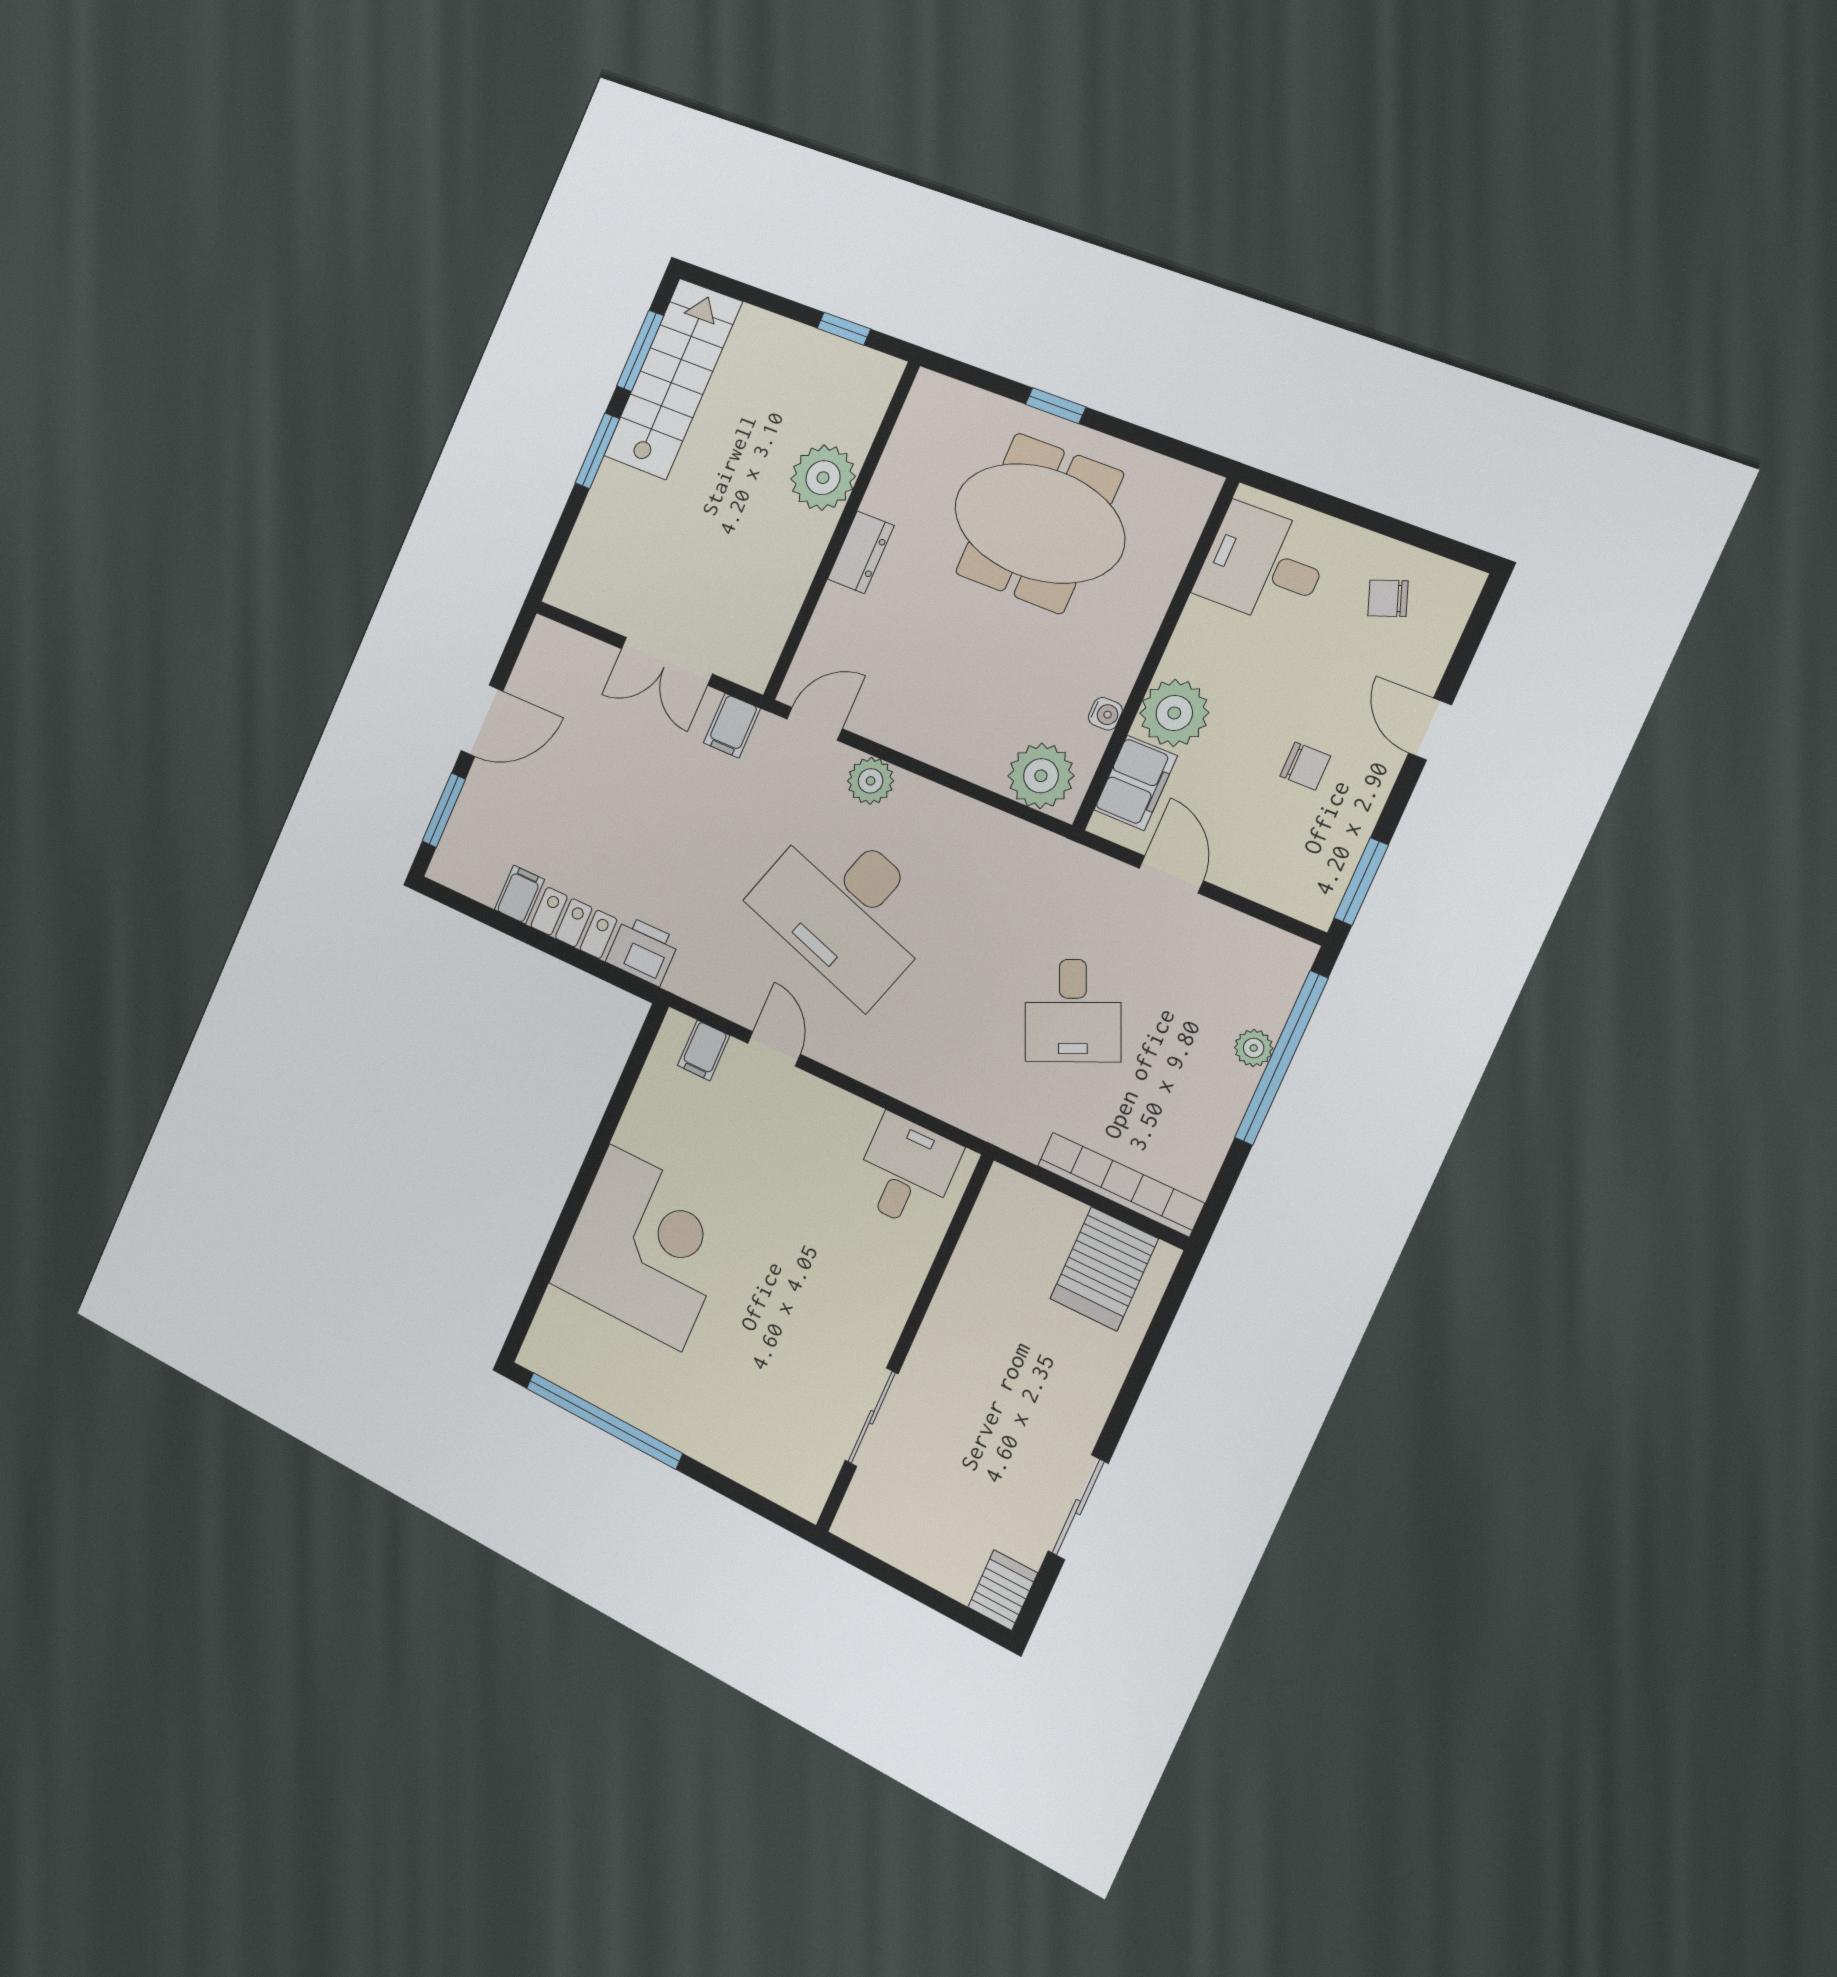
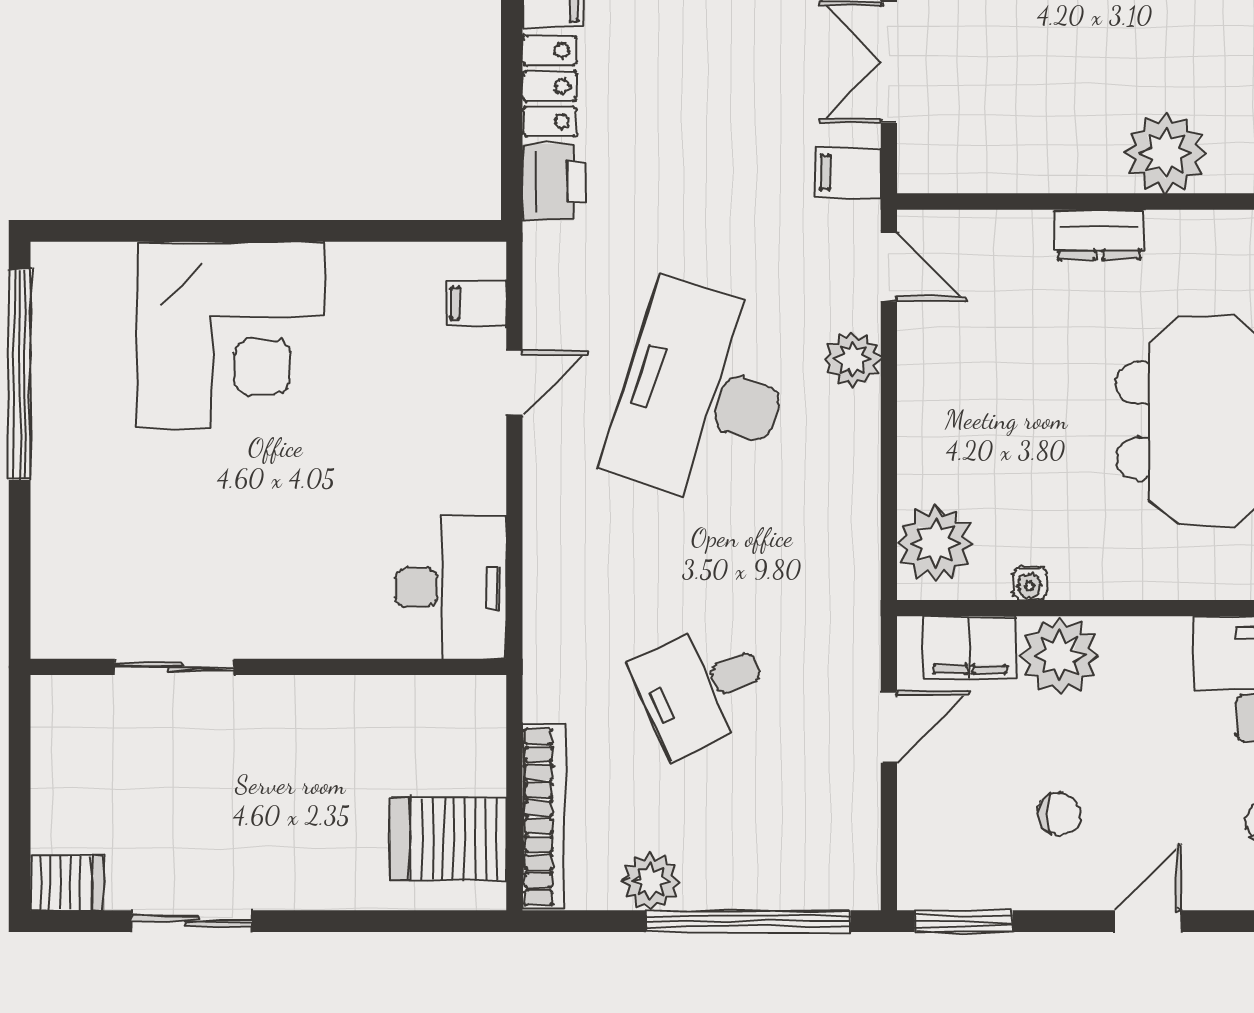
chair: (1305, 766) -> (1059, 814), turned -90
plant: (1254, 1048) -> (651, 881), moved, width x1.38, depth x1.38
desk: (906, 1172) -> (450, 587), width x1.37

